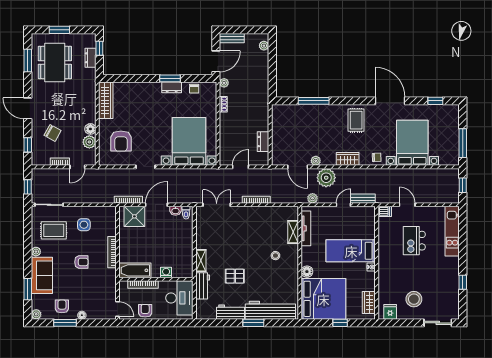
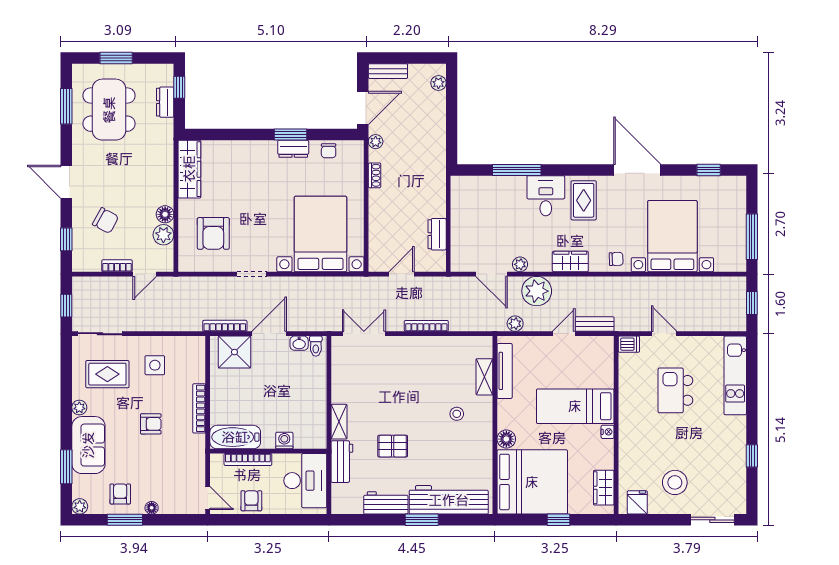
desk: (332, 117) -> (546, 196), added

